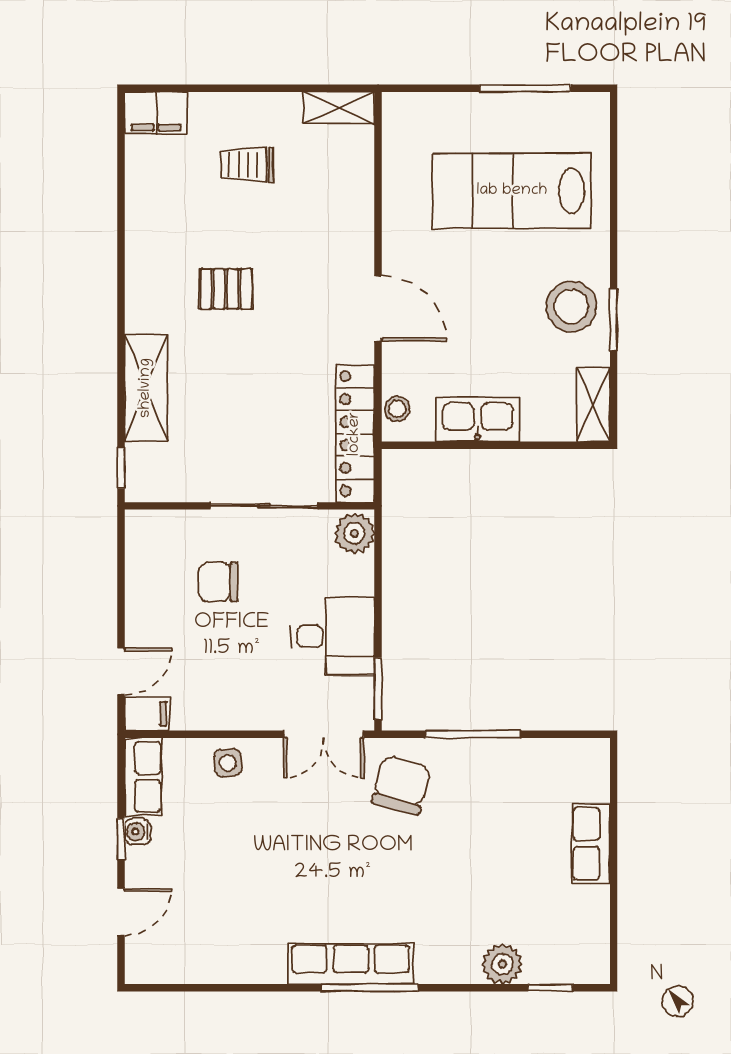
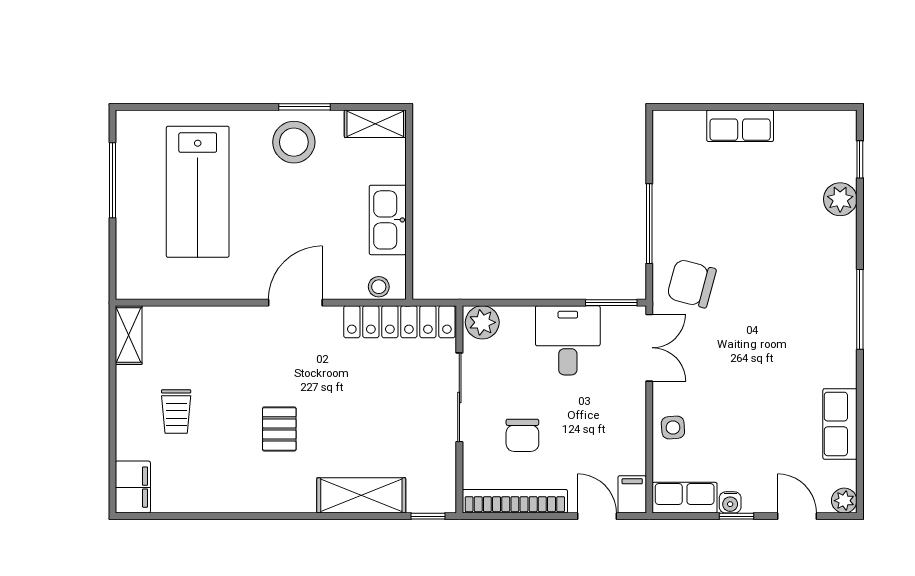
bookcase: (139, 573) -> (515, 501), added
row of seats: (351, 964) -> (840, 424), moved, width x0.68
plant: (140, 969) -> (844, 501), added

